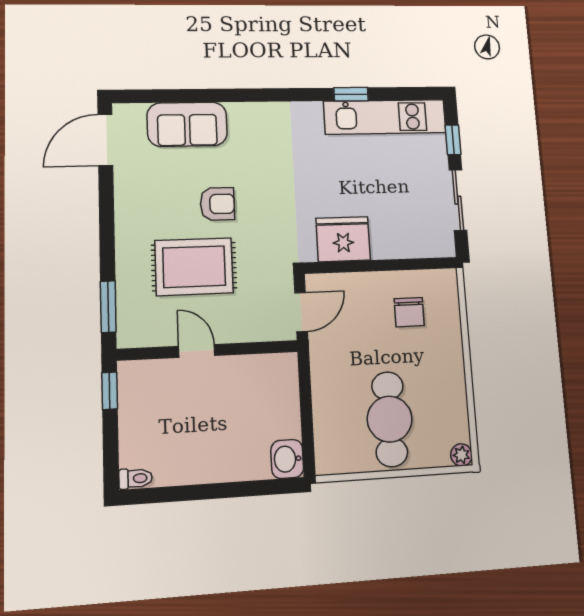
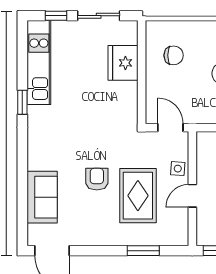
window: (351, 94) -> (22, 102), moved
fridge: (343, 239) -> (123, 63), moved
window: (108, 307) -> (143, 251), moved
side table: (239, 326) -> (178, 169), added

